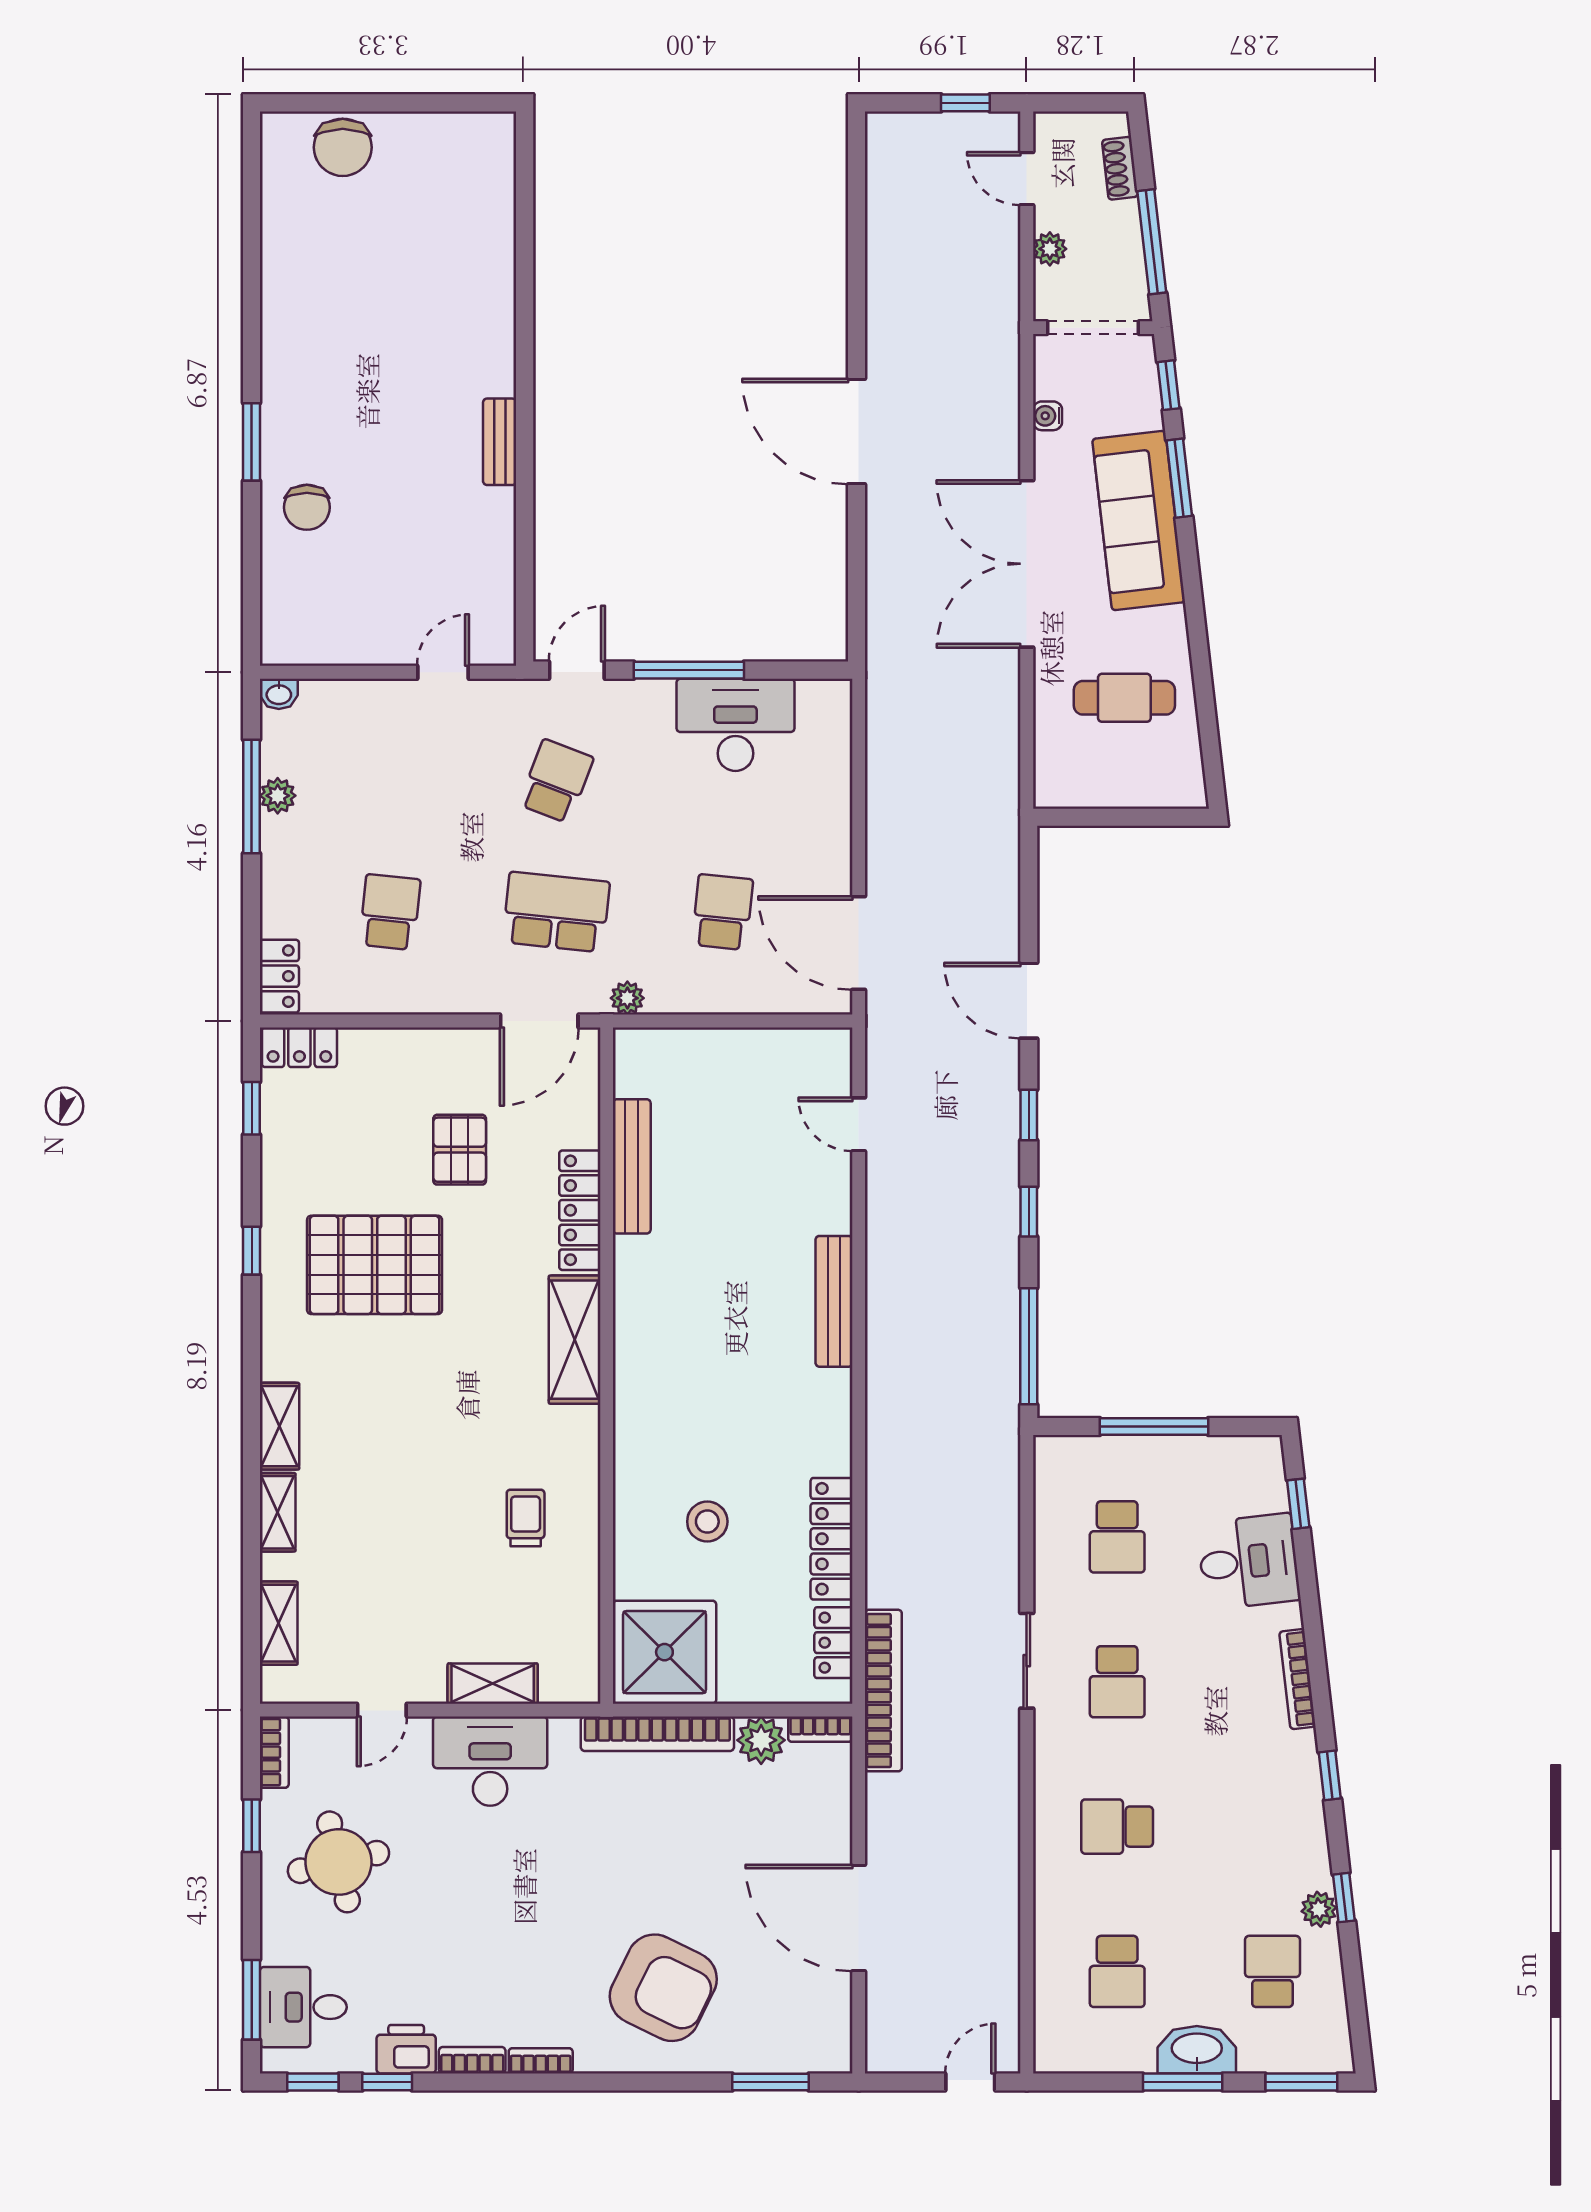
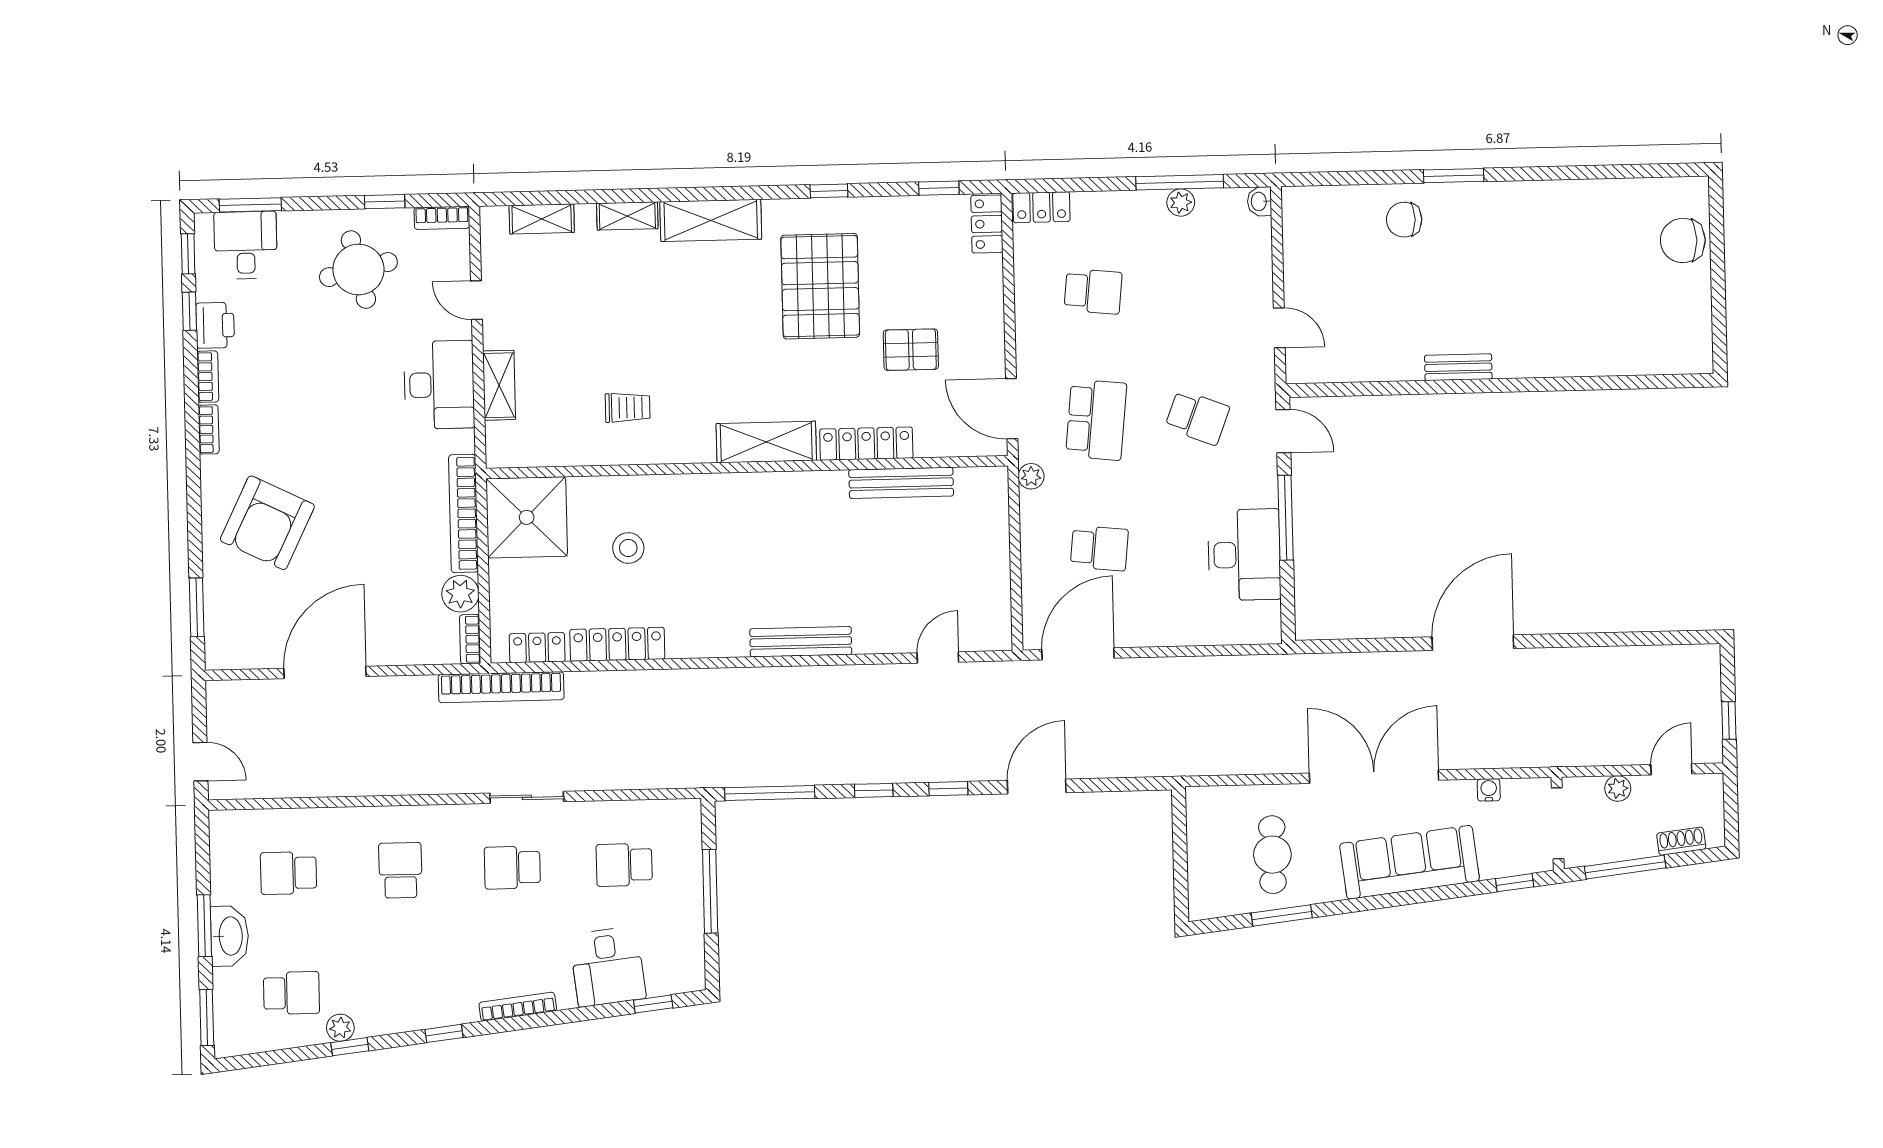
window: (1179, 478) -> (1282, 915), moved
shelving: (279, 1426) -> (711, 220), width x1.50, depth x1.33

